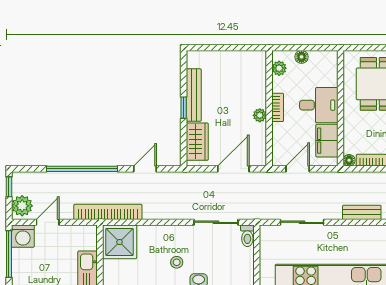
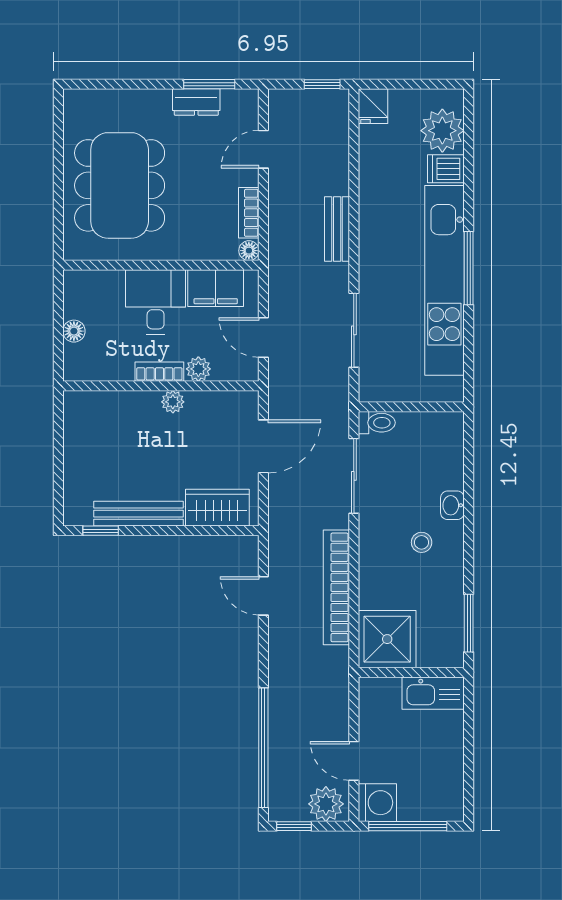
plant: (279, 68) -> (198, 369), moved
window: (184, 108) -> (101, 531), moved
window: (82, 169) -> (263, 748), moved
door: (233, 169) -> (263, 446), swing flipped
bookcase: (108, 212) -> (336, 587), moved

